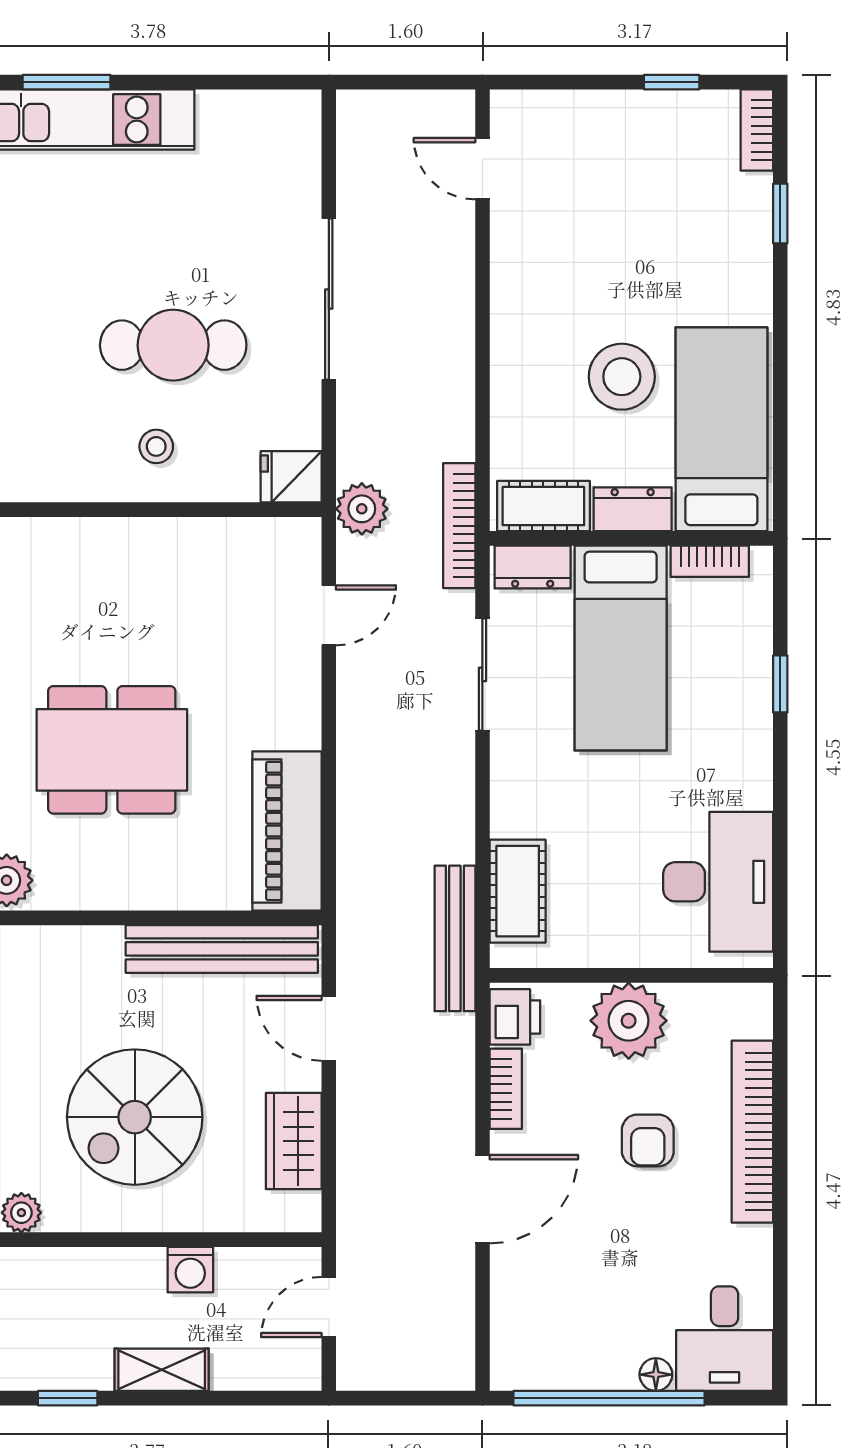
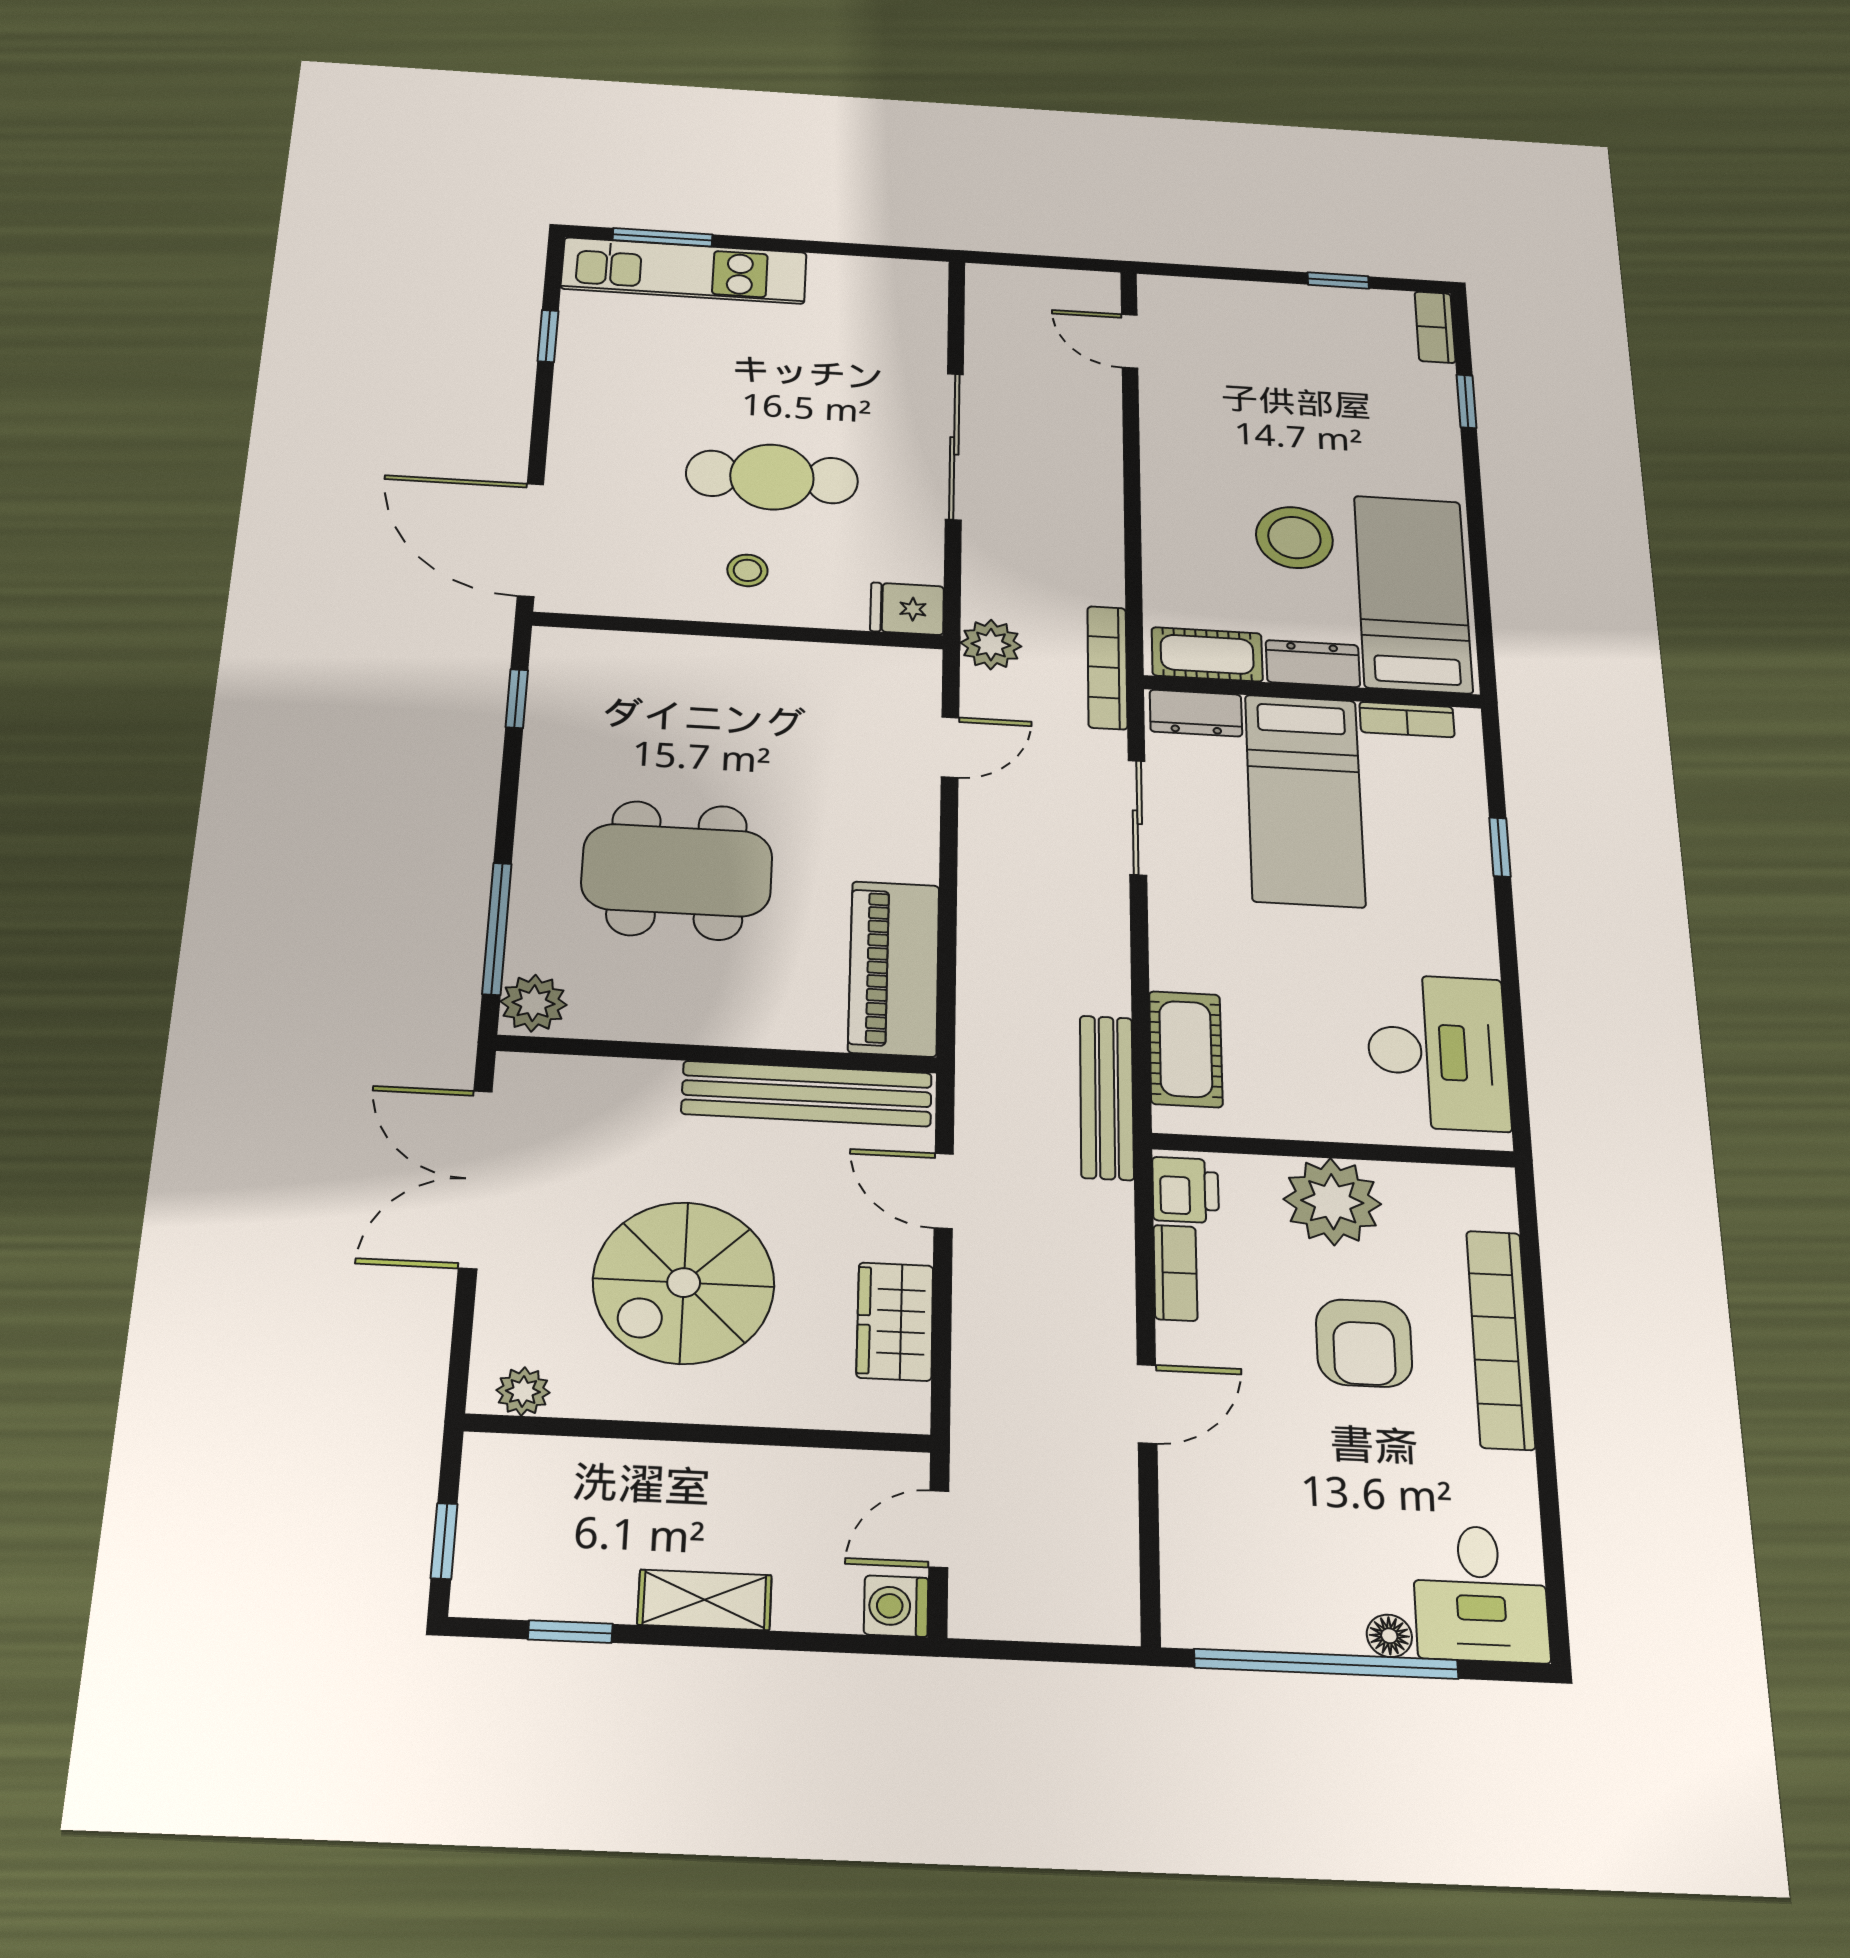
armchair: (648, 1140) -> (1364, 1343), width x1.38, depth x1.38
door: (482, 1199) -> (1147, 1404), width x0.73
washing machine: (190, 1270) -> (896, 1606), moved, turned 90

